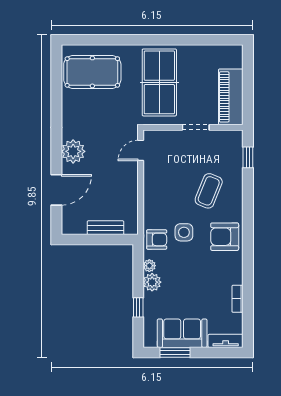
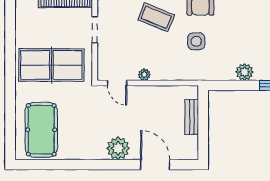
armchair: (157, 239) -> (203, 68), removed
plant: (149, 266) -> (144, 75), moved

